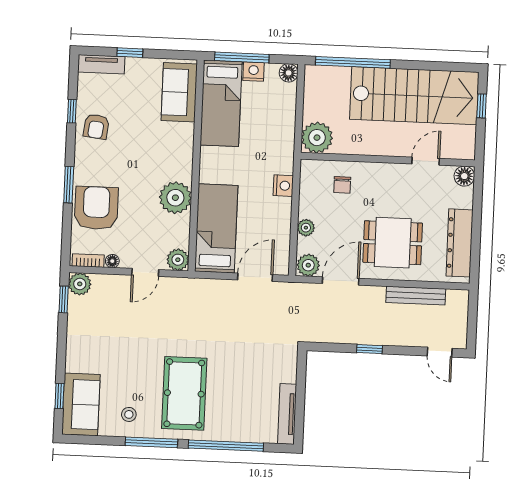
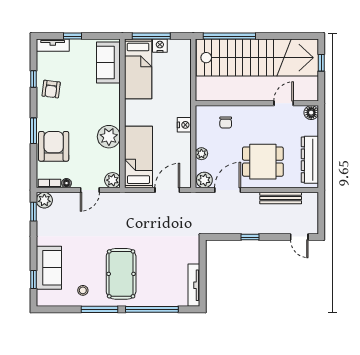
floor lamp: (289, 73) -> (185, 46), removed
stairs: (414, 96) -> (257, 58), width x1.36
plant: (317, 138) -> (206, 90), removed
sofa: (81, 404) -> (49, 268), moved

